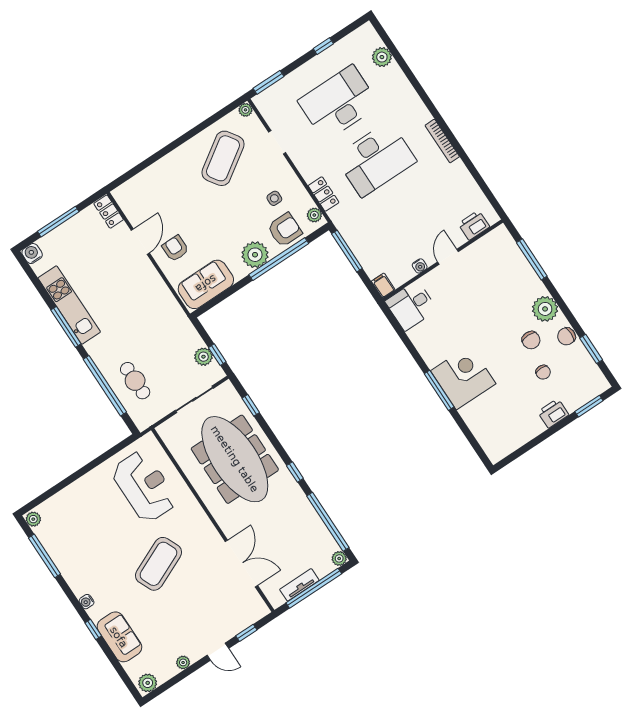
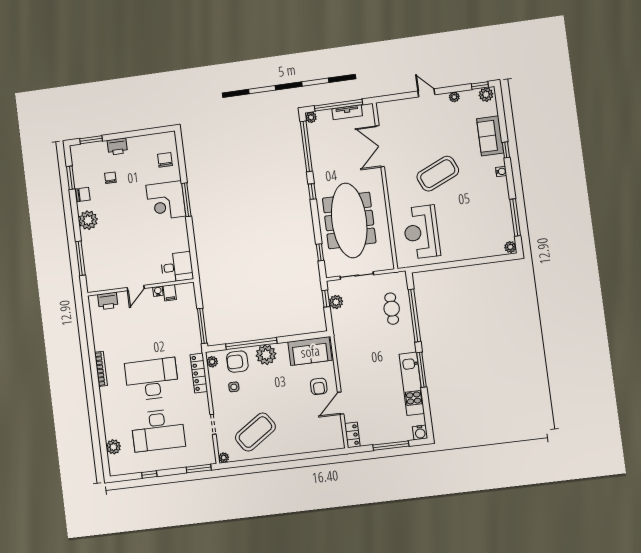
locker: (323, 194) -> (199, 373), width x1.53
filing cabinet: (383, 285) -> (170, 293), moved
chair: (531, 340) -> (165, 160), moved
window: (246, 633) -> (480, 85), moved

